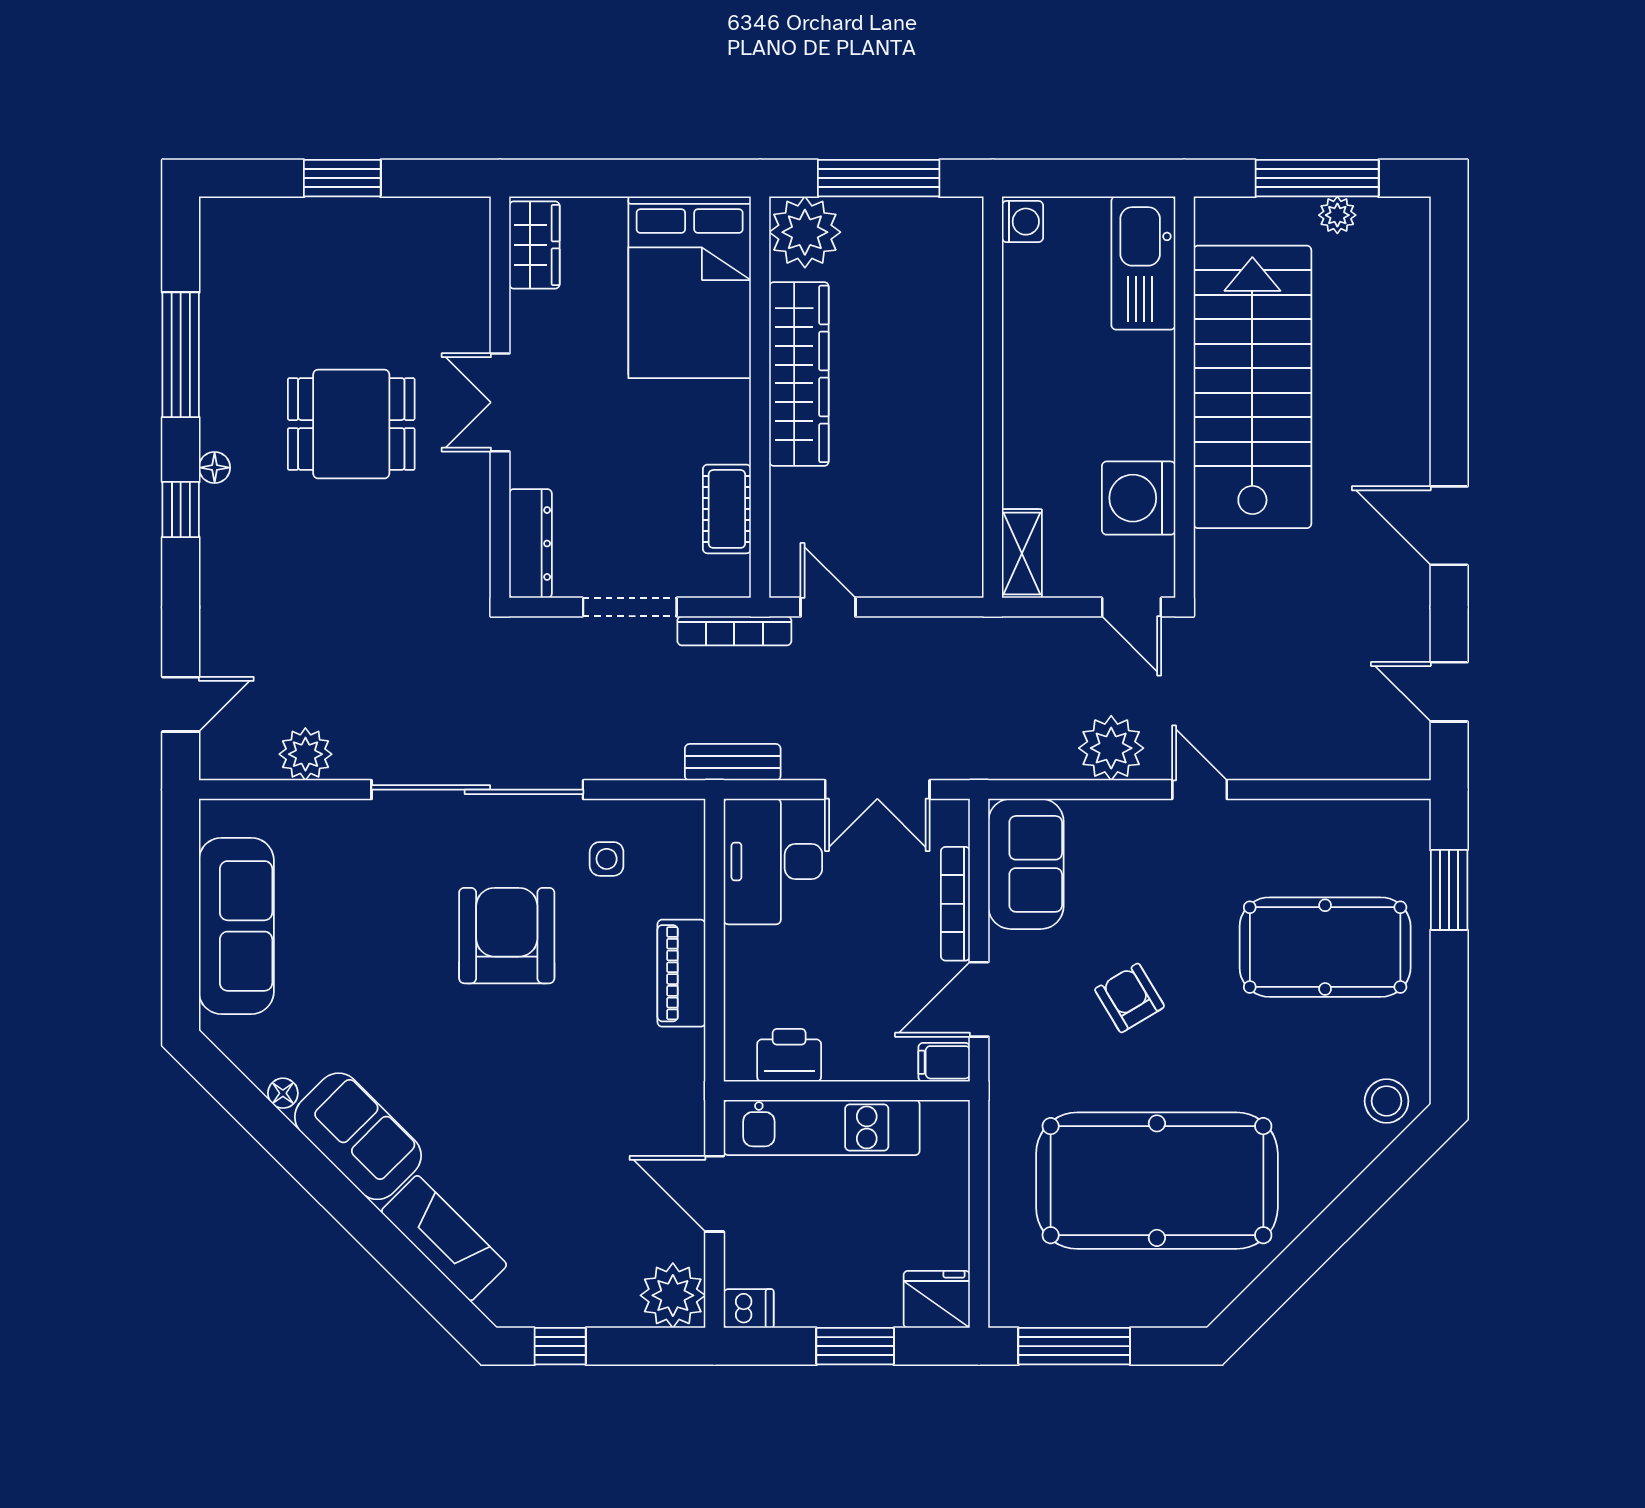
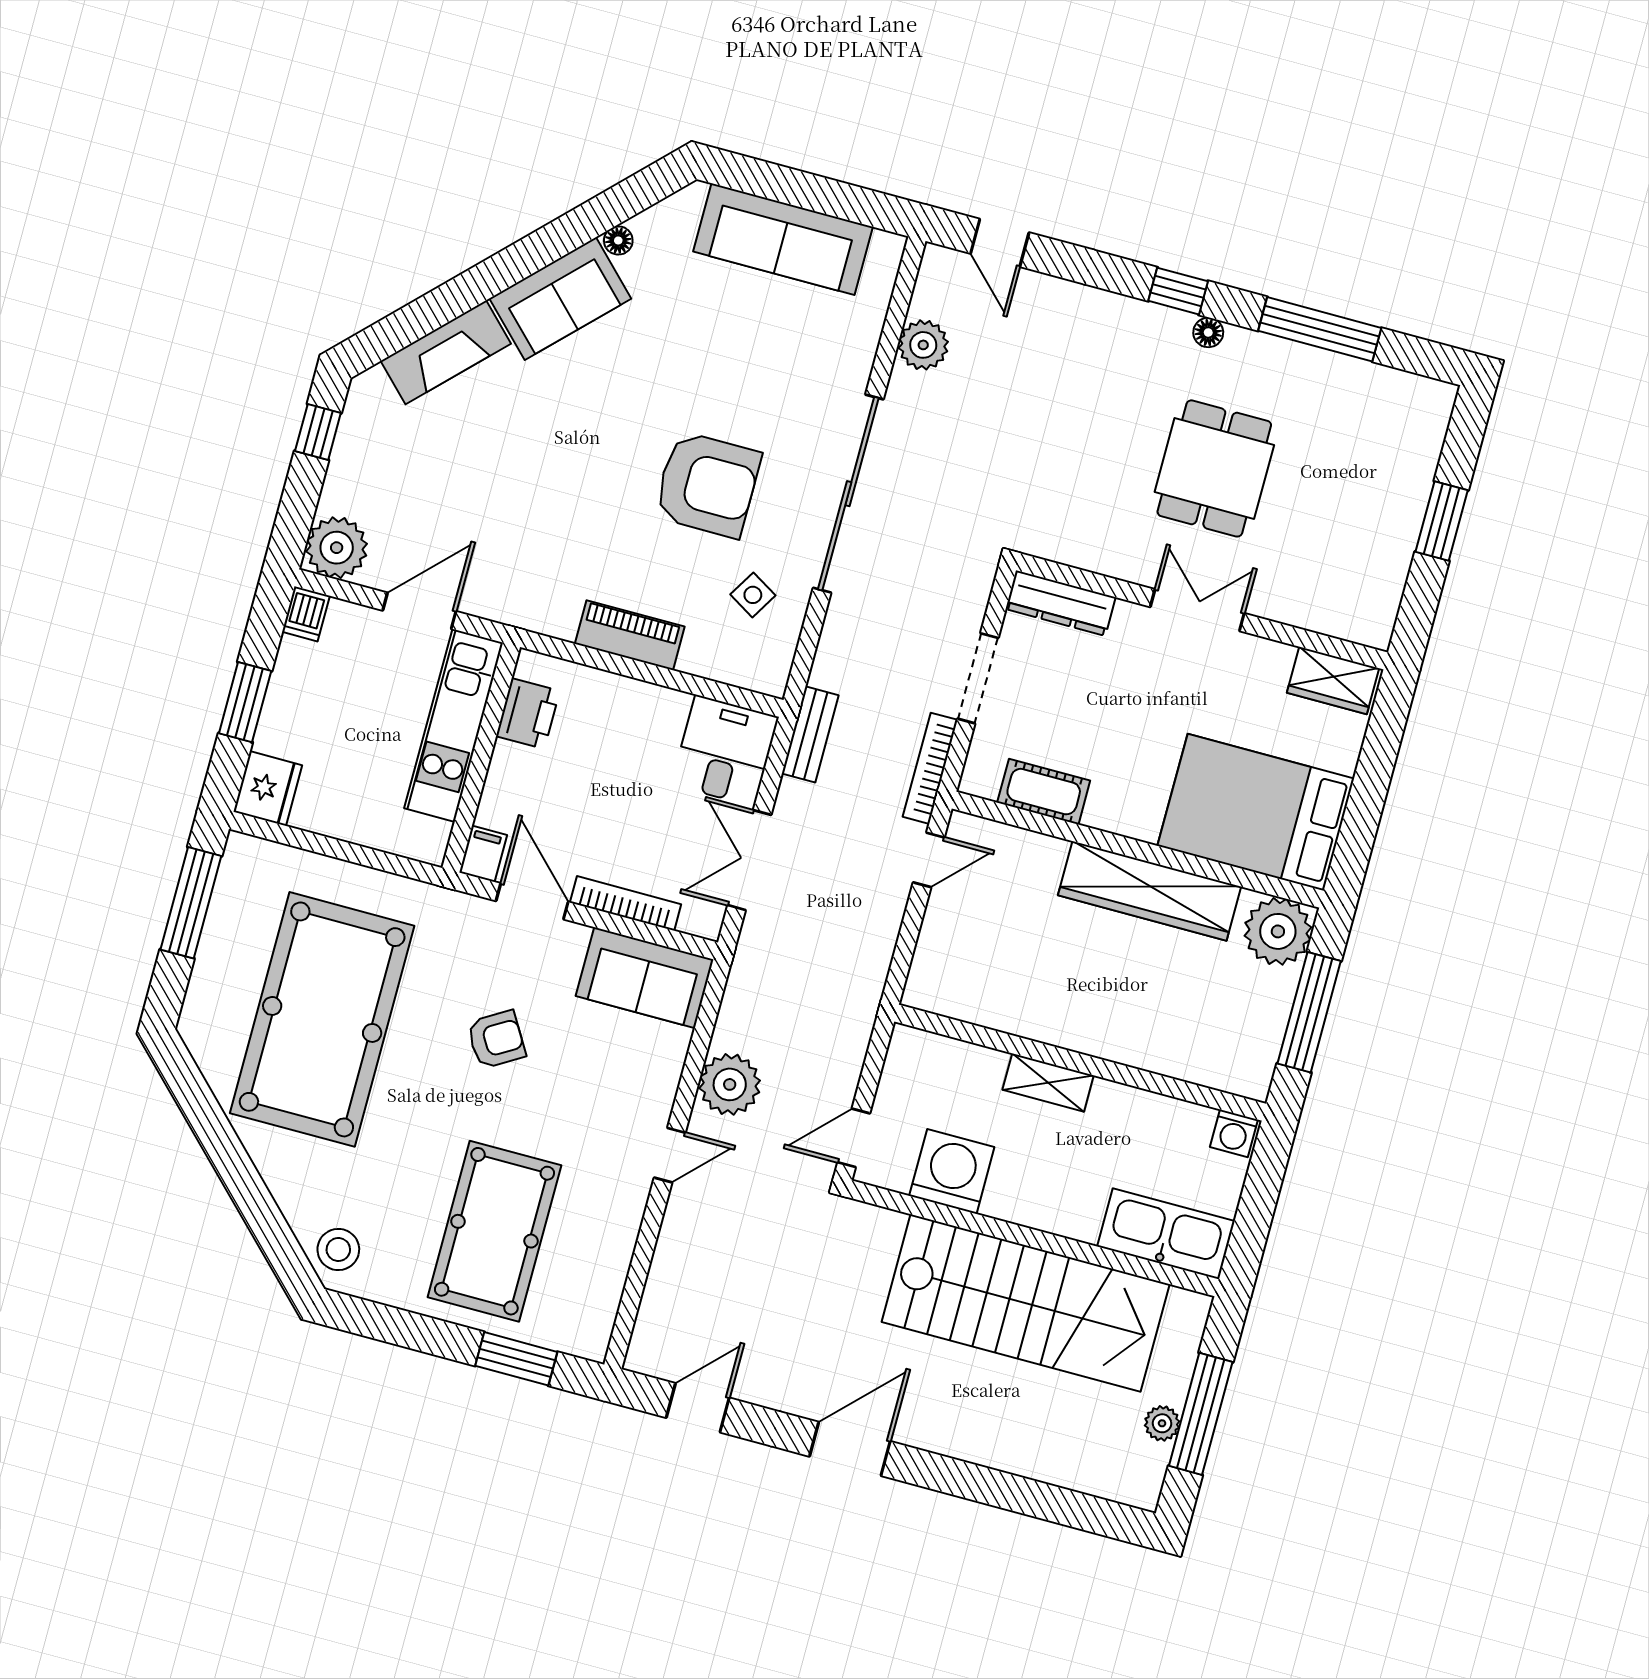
shelving: (1022, 554) -> (1048, 1083), moved
side table: (607, 859) -> (753, 595), turned 31
desk: (773, 862) -> (725, 751), width x0.73

